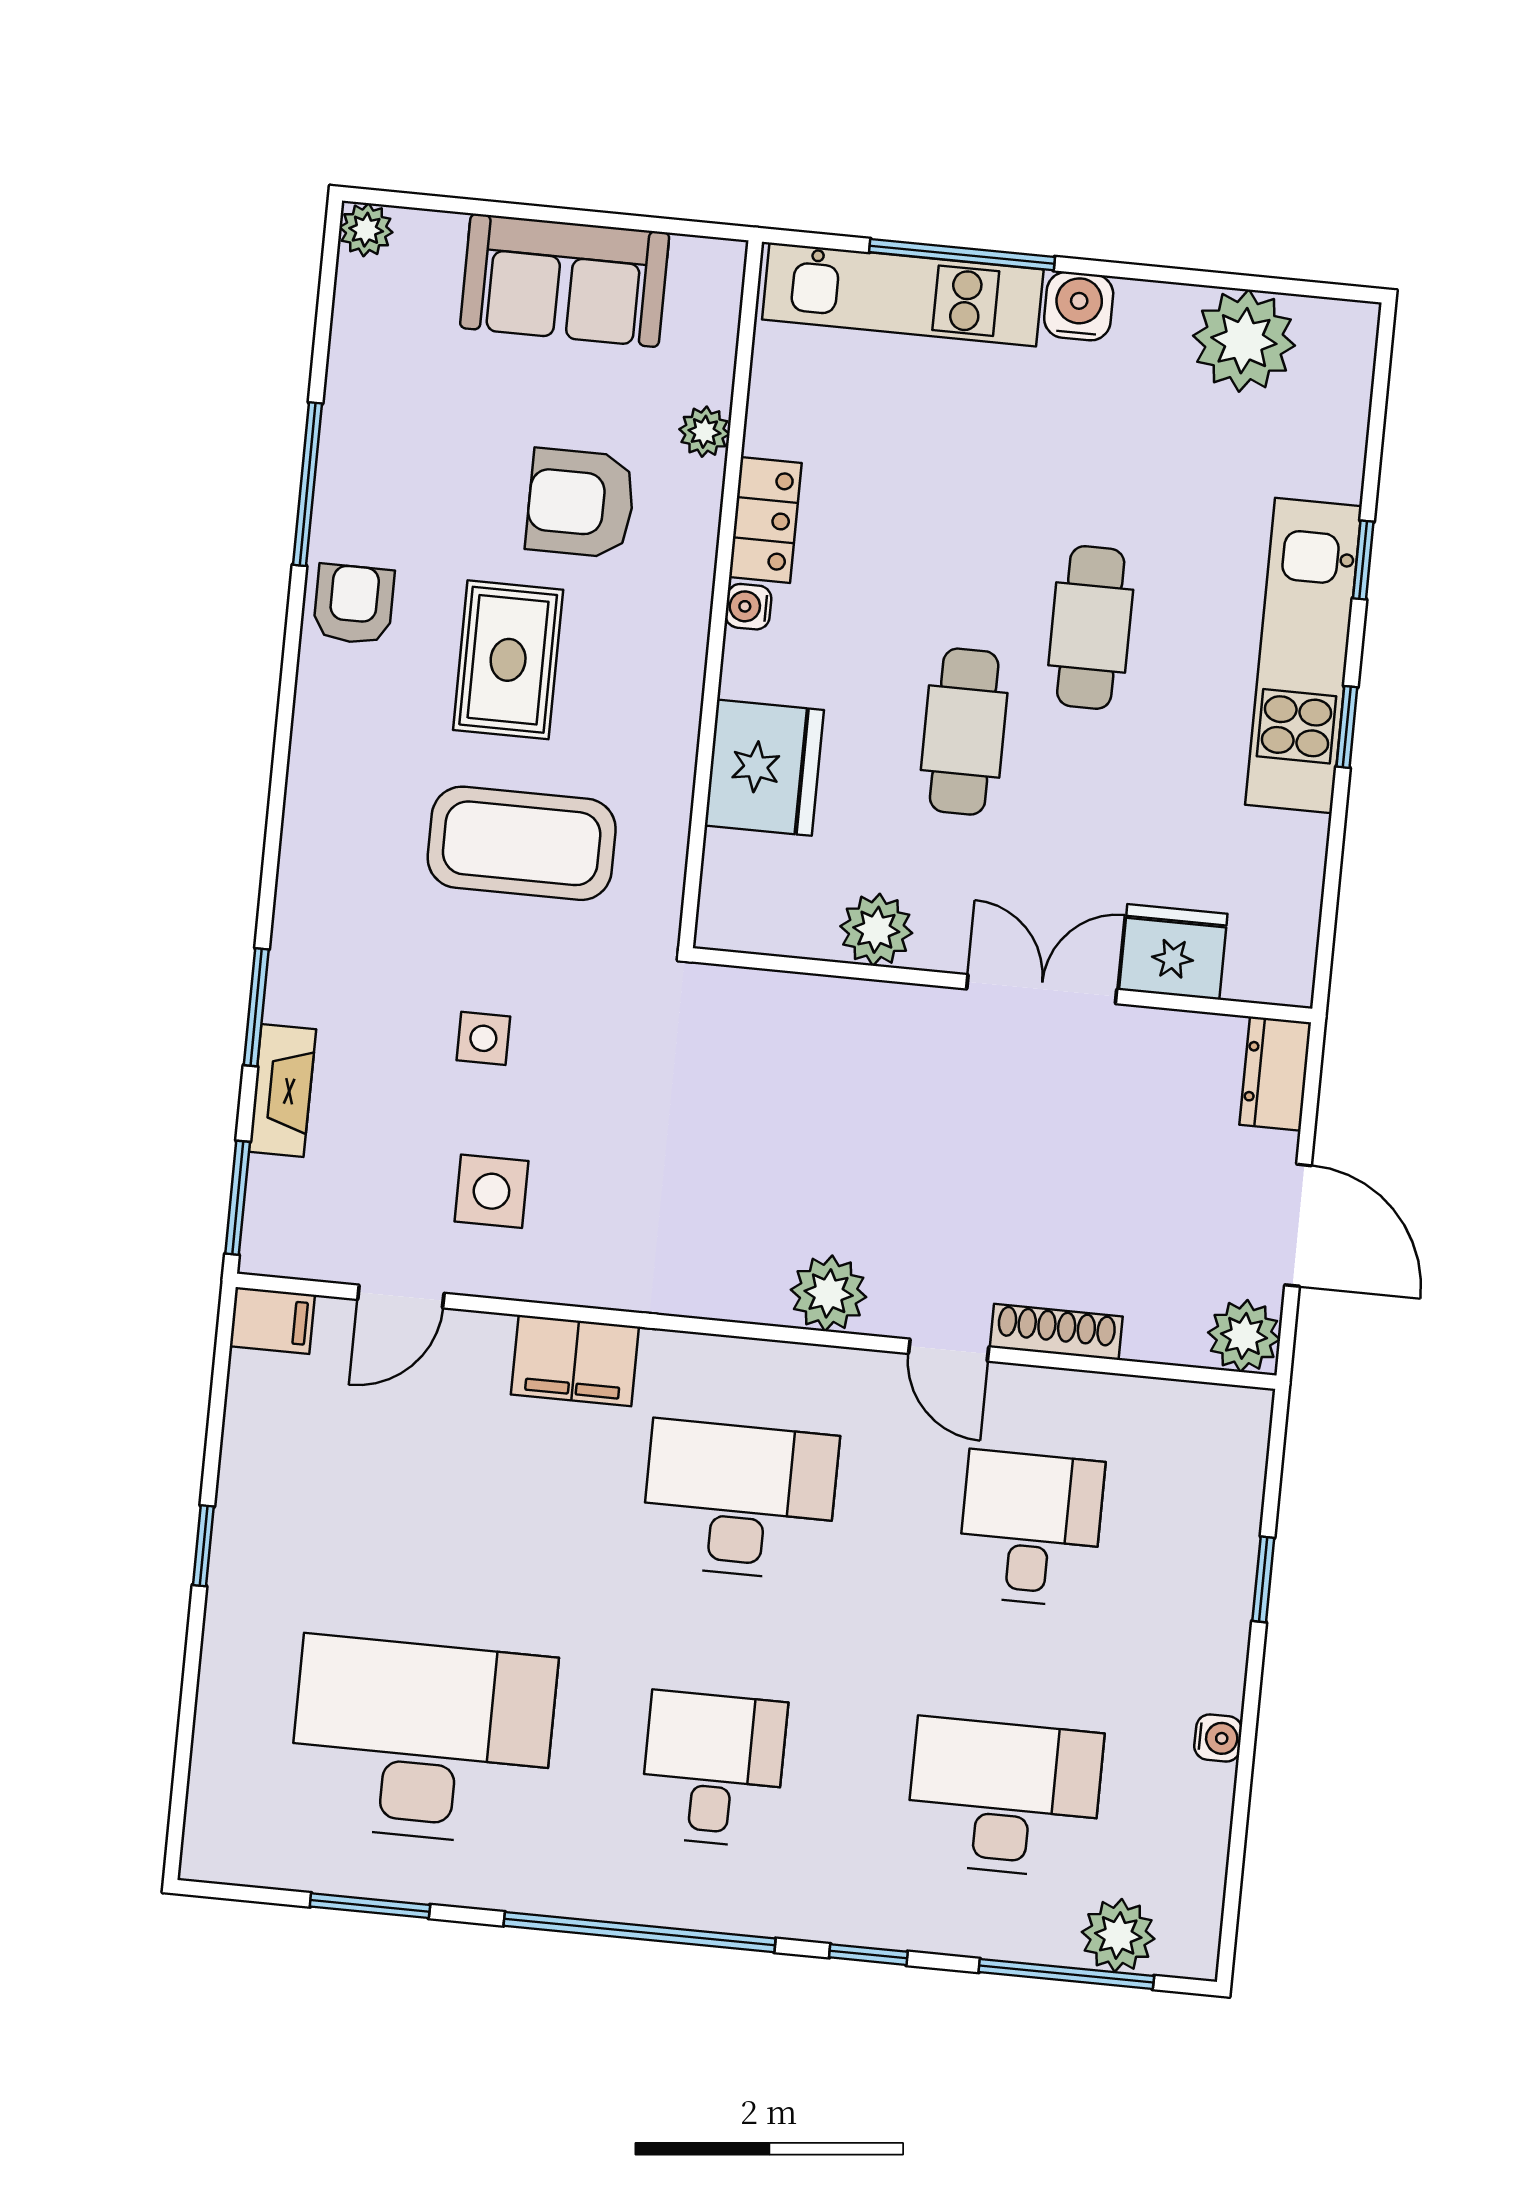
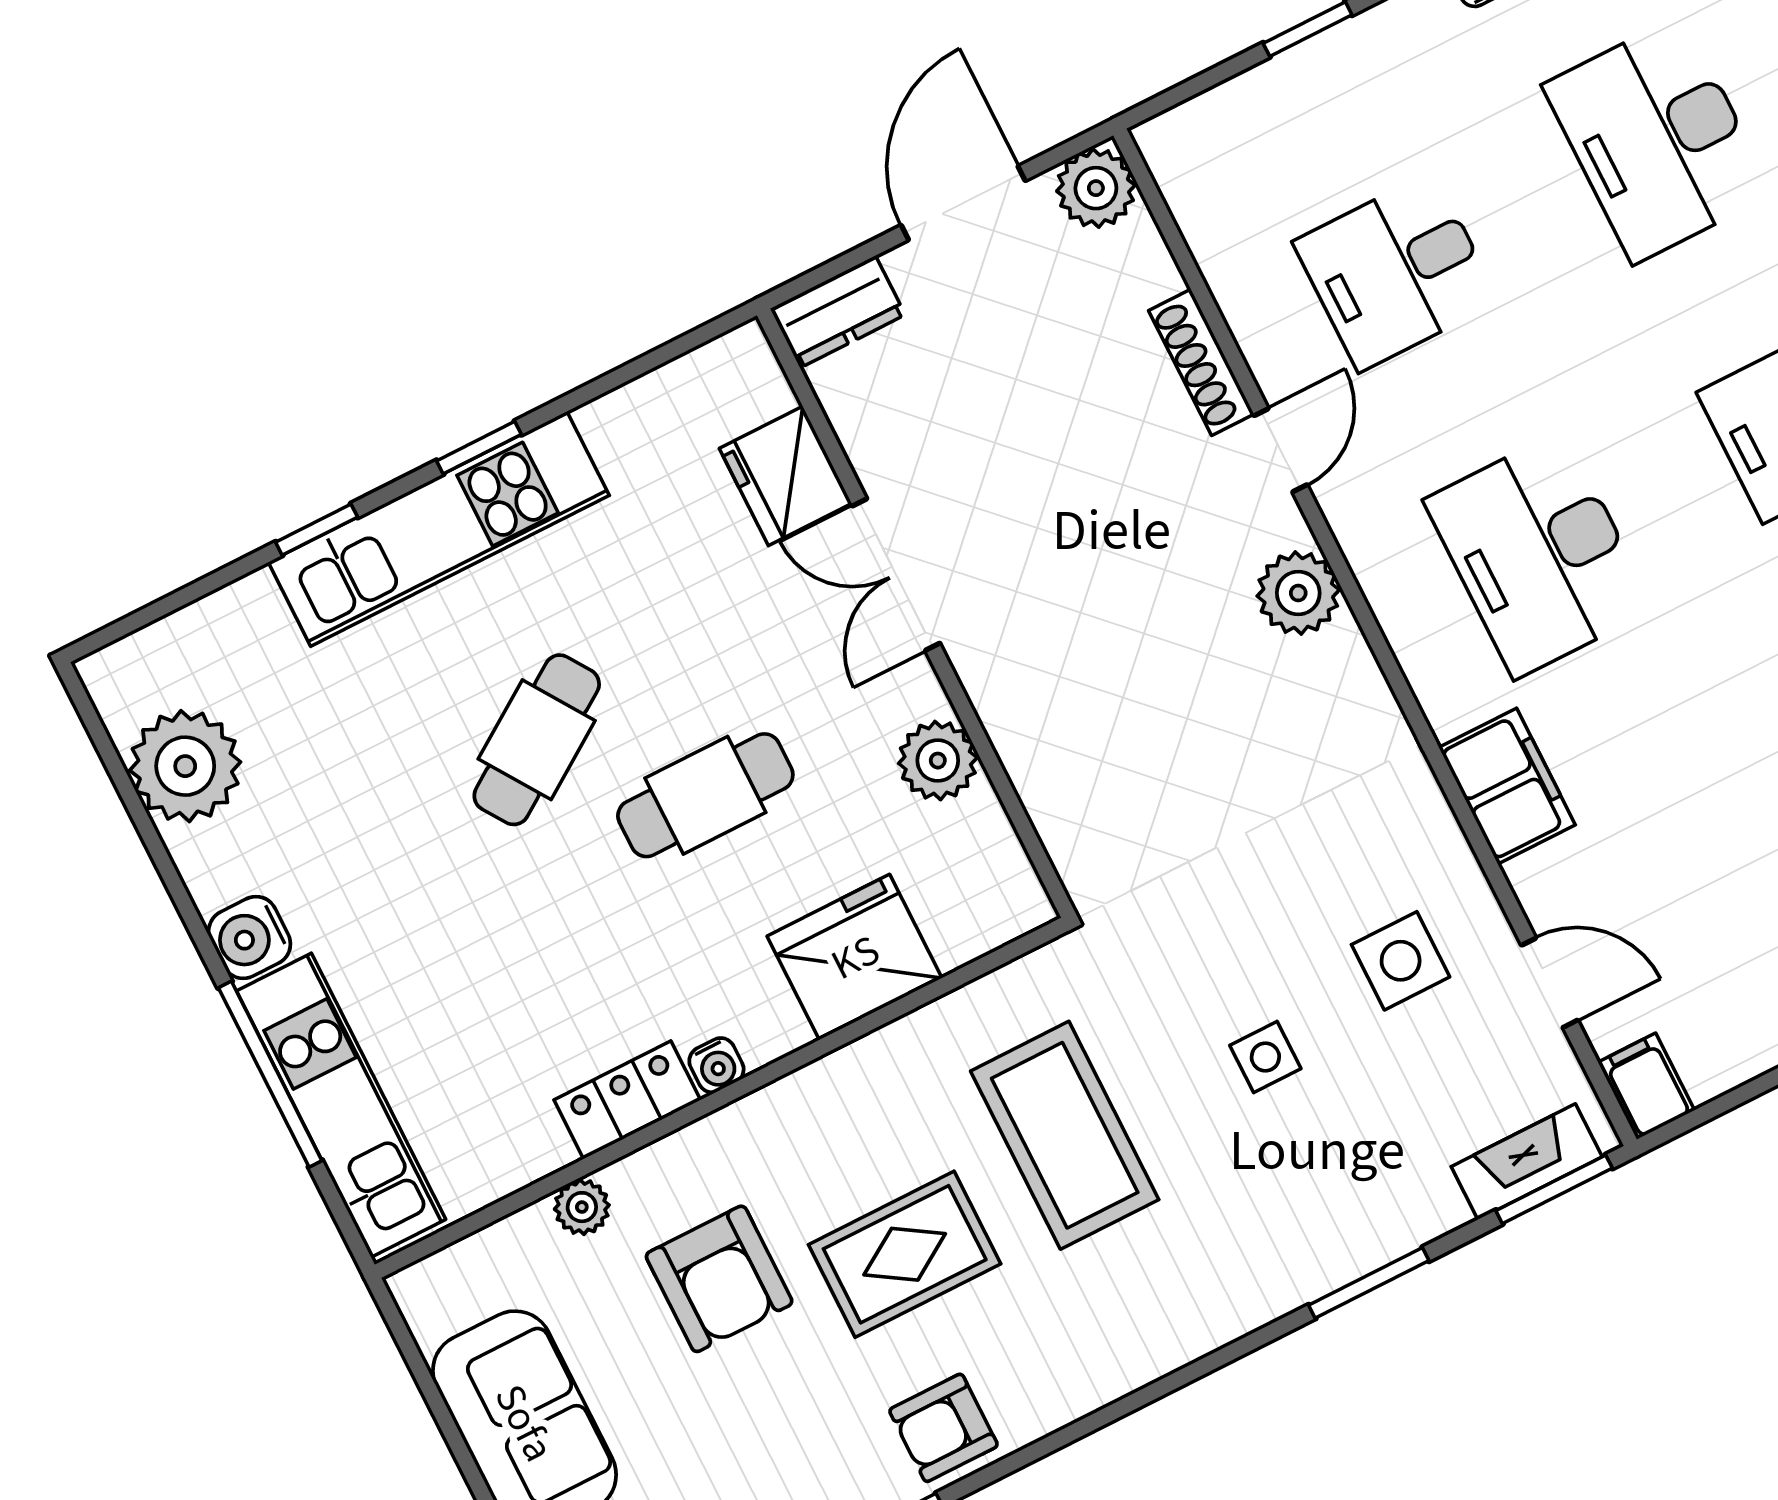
cafe table: (1091, 627) -> (537, 740), turned -34
fireplace: (282, 1091) -> (1527, 1162), moved

